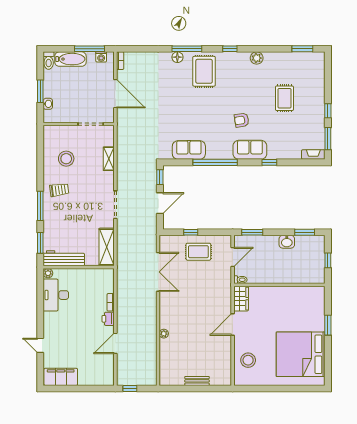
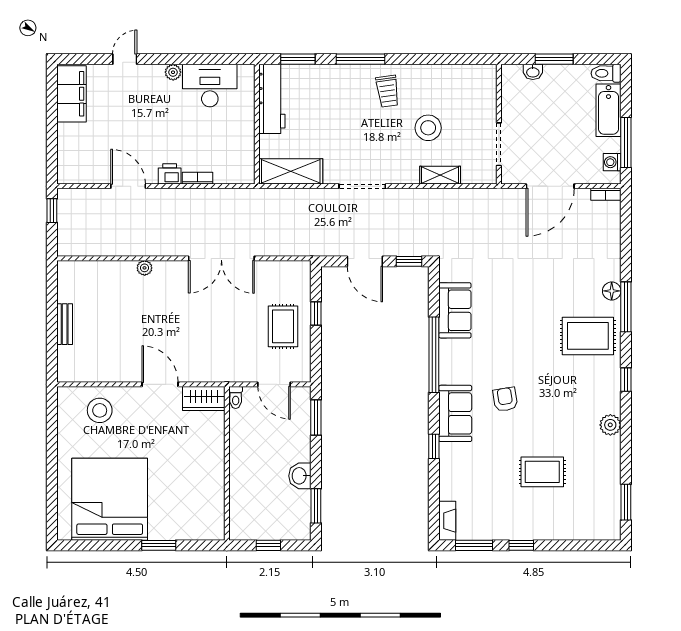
stool: (66, 159) -> (428, 128), moved
double door: (158, 272) -> (221, 258), moved
plant: (48, 273) -> (173, 72), moved

